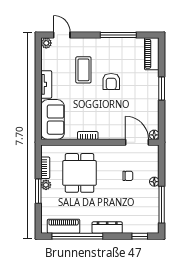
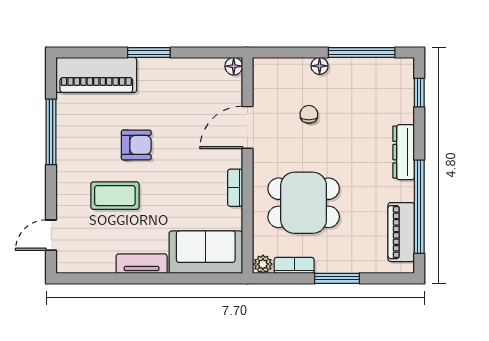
plant: (46, 43) -> (66, 264), removed
piano: (152, 54) -> (96, 75), width x1.37, depth x1.33
door: (137, 142) -> (247, 127), moved
plant: (46, 185) -> (263, 264), moved

